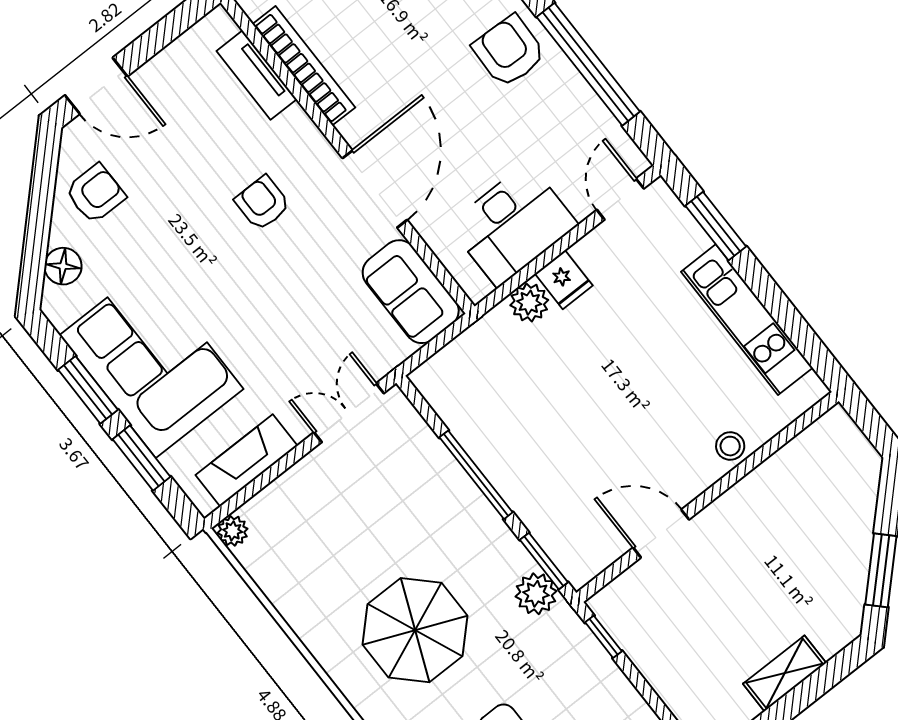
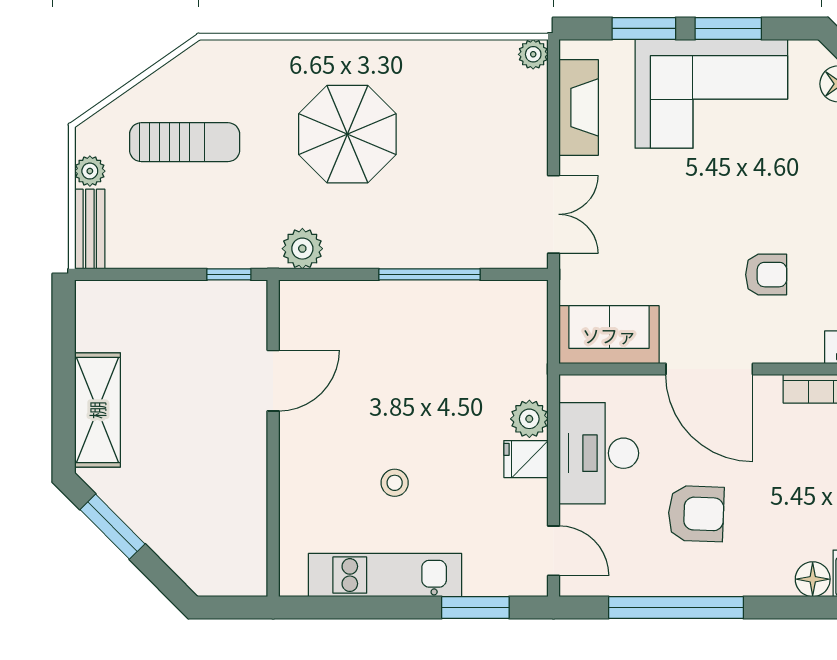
armchair: (509, 51) -> (696, 514), moved
stool: (730, 446) -> (395, 483), moved
window: (544, 561) -> (323, 274), removed
shelving: (785, 673) -> (97, 410), width x1.50, depth x1.33

